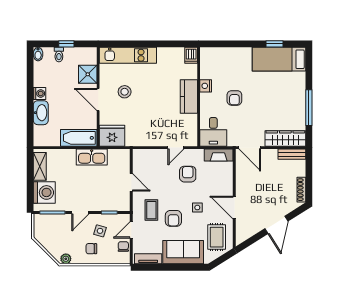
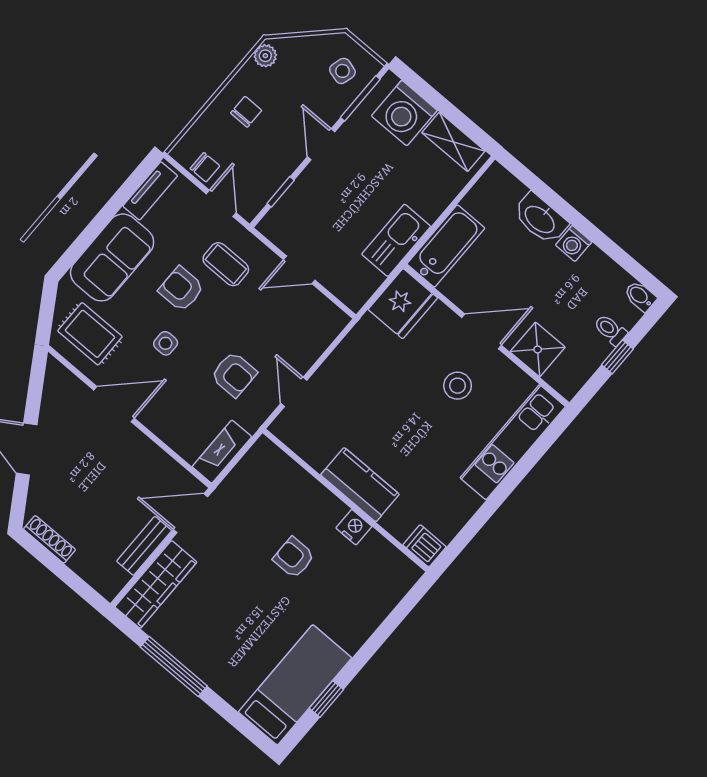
desk: (213, 132) -> (267, 475), removed
bench: (292, 154) -> (144, 546), moved
side table: (100, 231) -> (342, 71), moved

